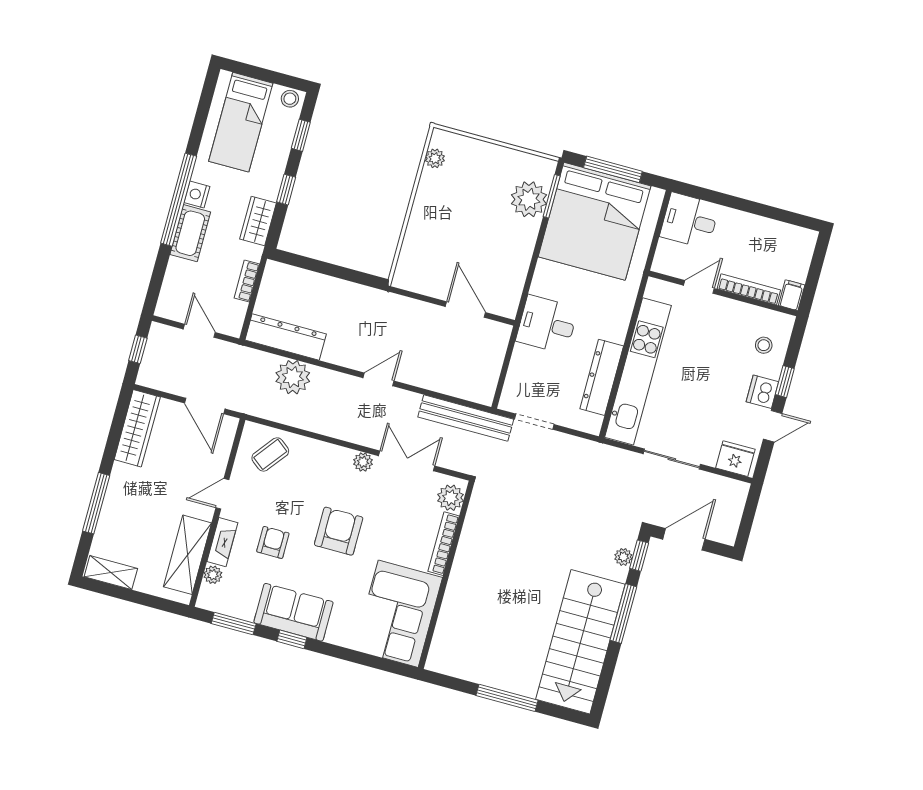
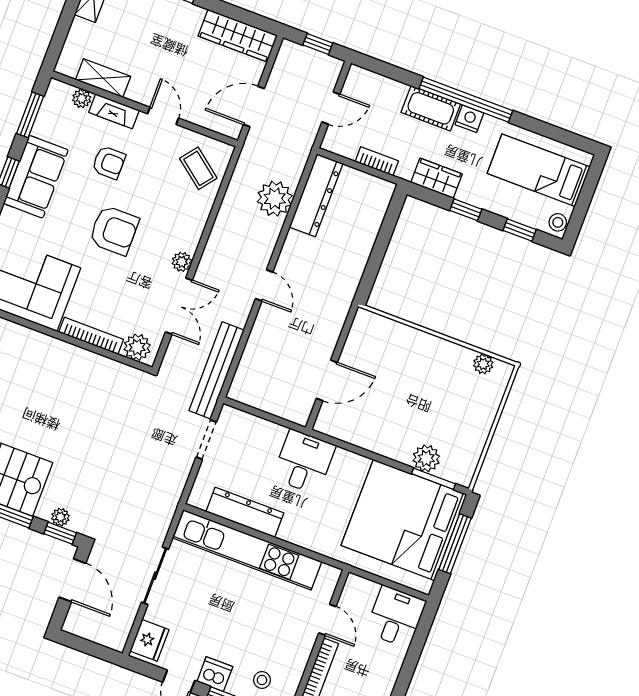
plant: (529, 199) -> (426, 458), width x0.73, depth x0.73
shelving: (187, 555) -> (103, 78), width x0.67, depth x0.75

